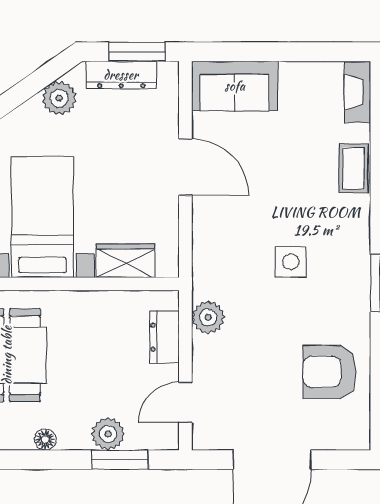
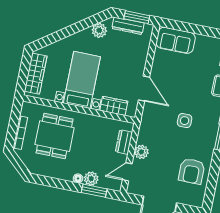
door: (185, 167) -> (144, 89), moved
plant: (208, 317) -> (141, 152), moved
armchair: (330, 372) -> (192, 171), turned -90
floor lamp: (45, 439) -> (78, 178), moved

